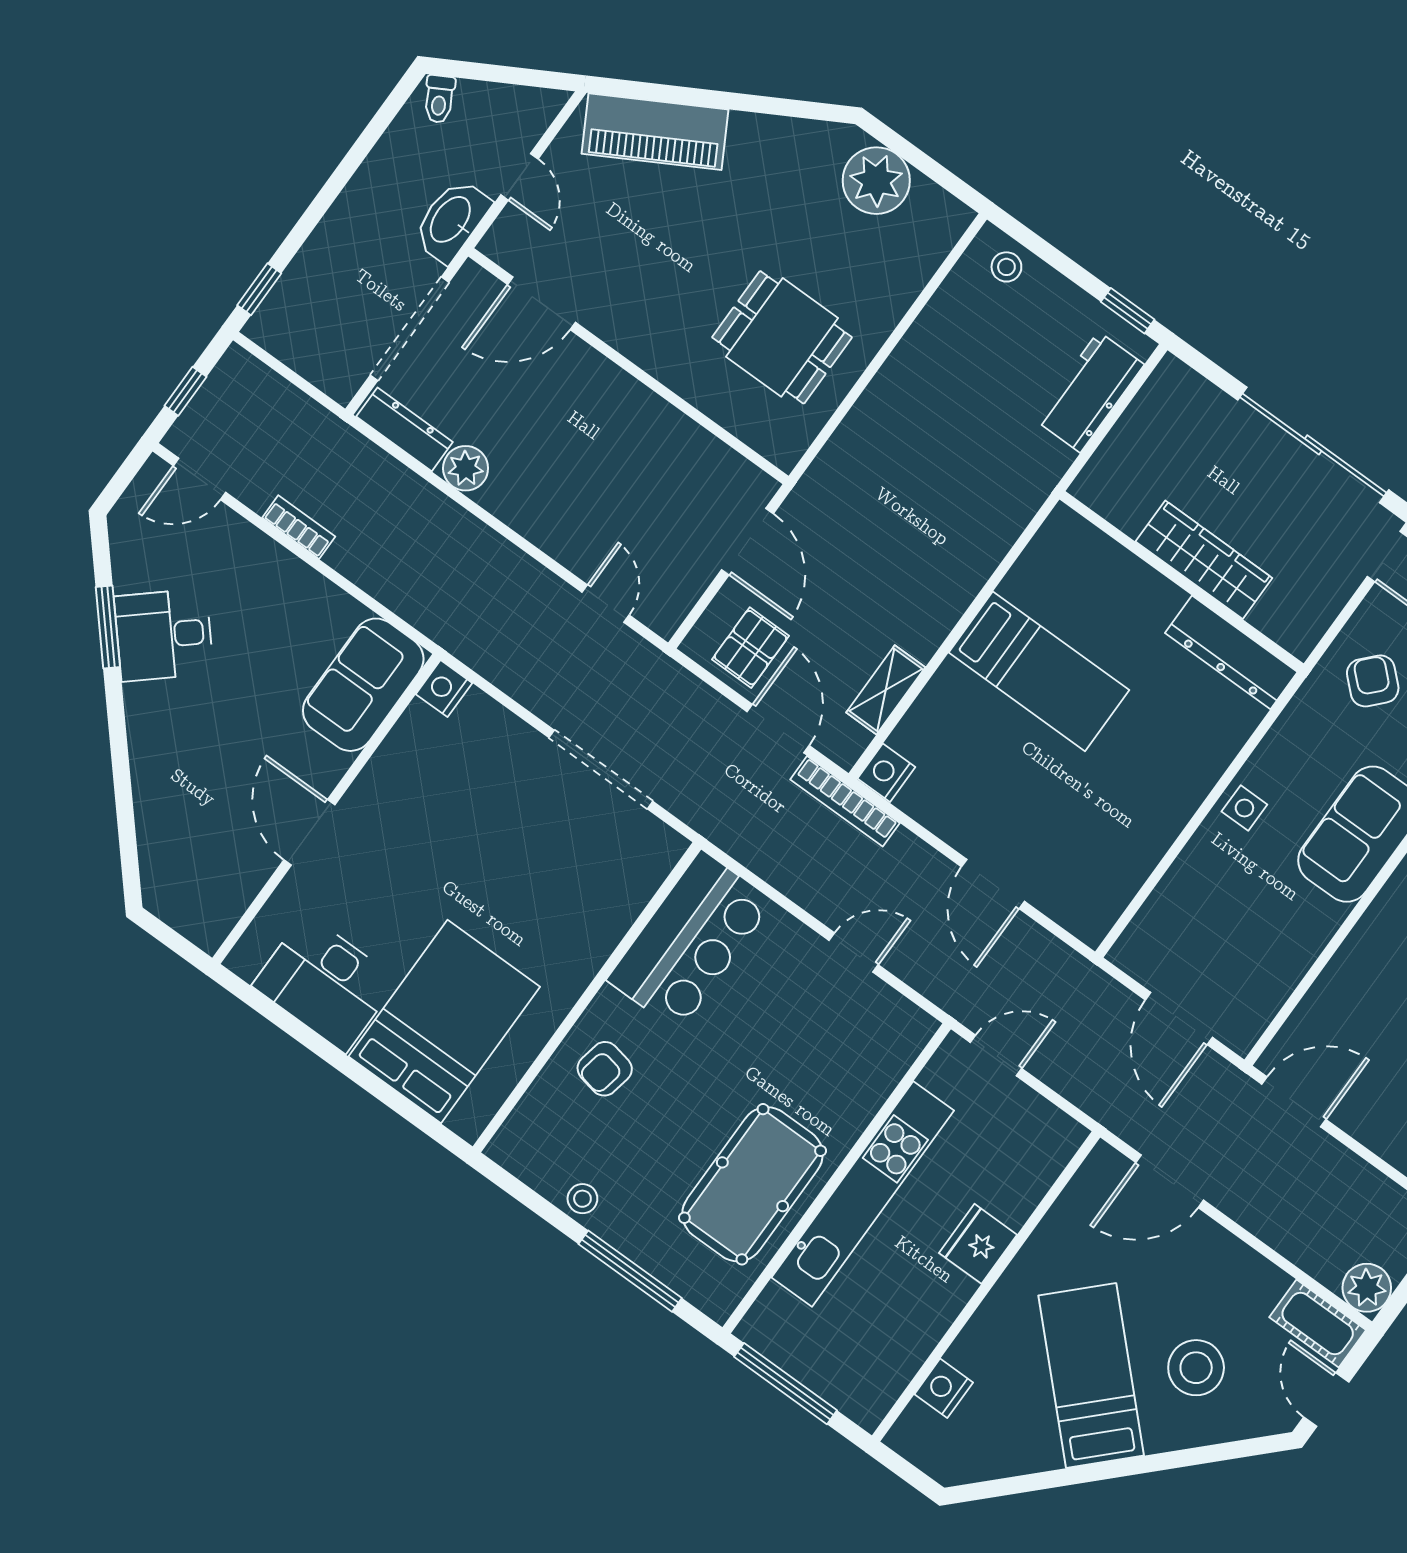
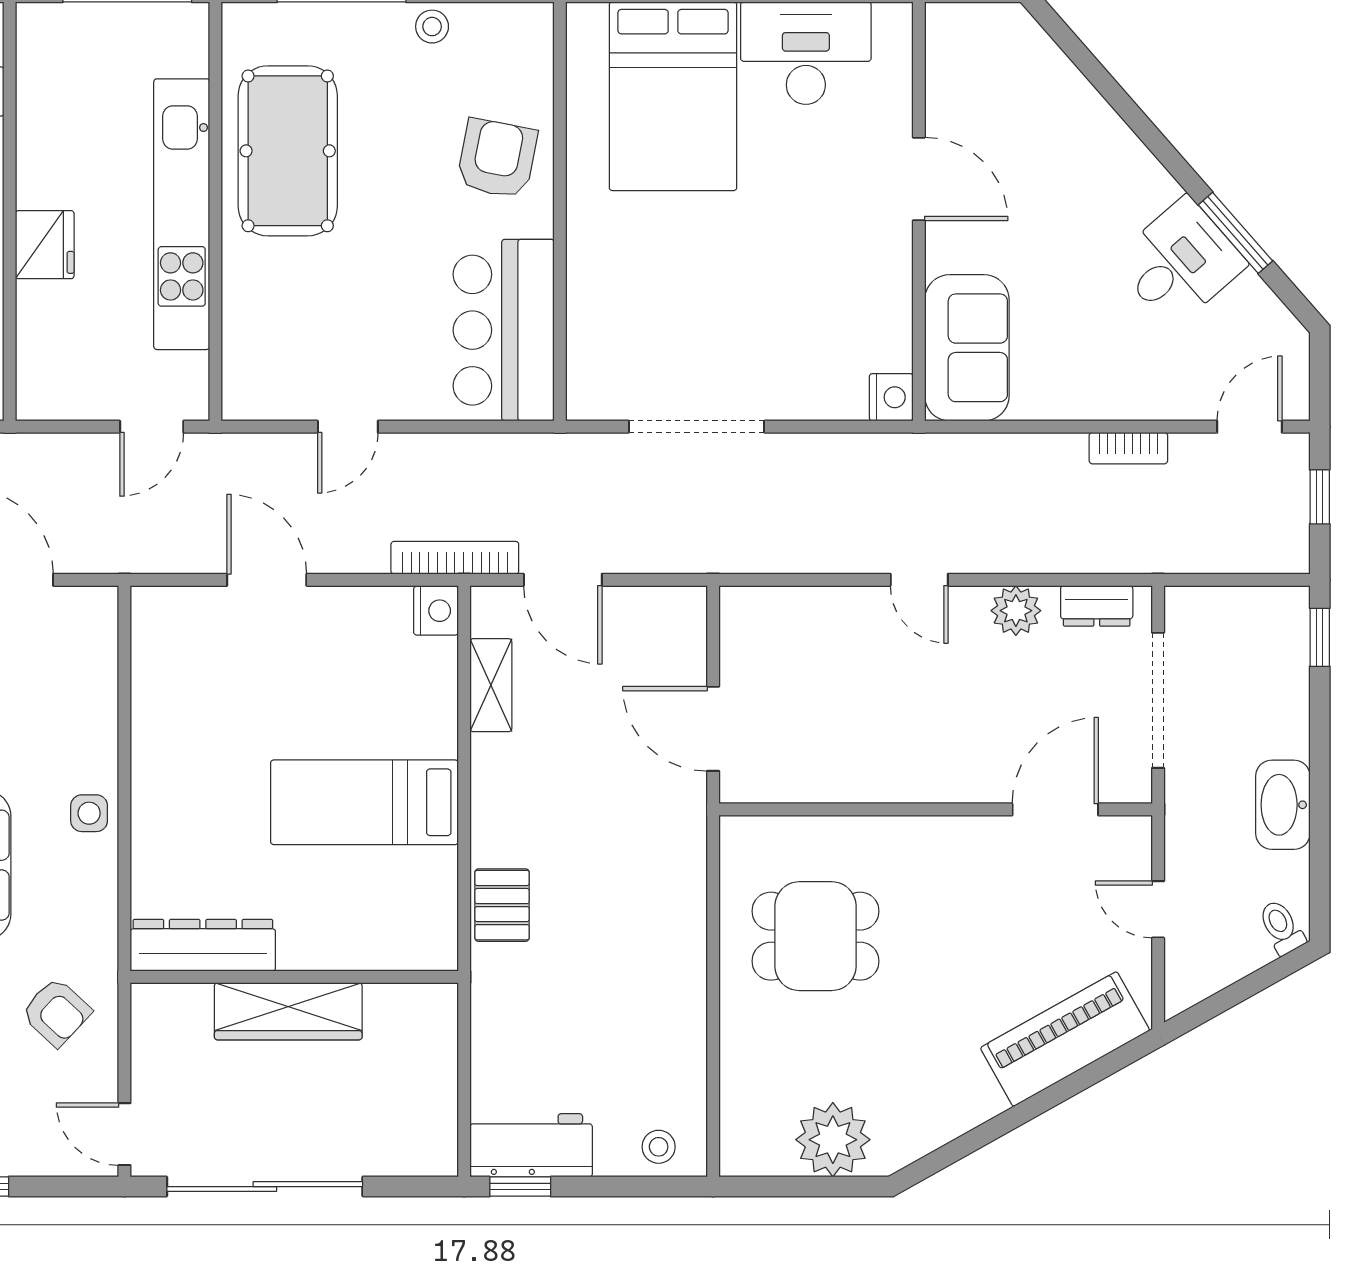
washbasin: (451, 220) -> (1283, 805), moved, turned 180
workbench: (1089, 392) -> (531, 1145), moved, turned -90
dresser: (405, 429) -> (1097, 606), width x0.70
door: (606, 604) -> (919, 580), moved
pallet: (750, 648) -> (502, 905), moved
armchair: (605, 1069) -> (497, 159), width x1.38, depth x1.38

